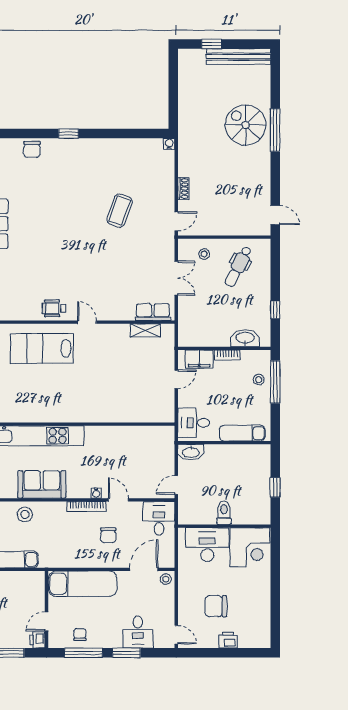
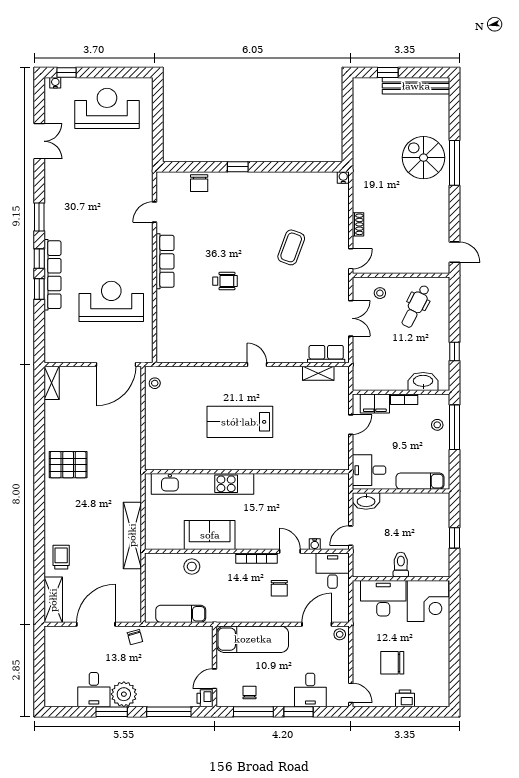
wheelchair: (54, 308) -> (225, 281), moved, turned 180
lab bench: (42, 348) -> (240, 422), moved
water cooler: (96, 493) -> (315, 544), moved

